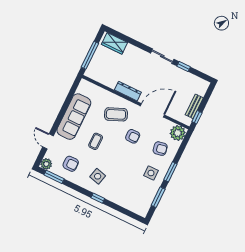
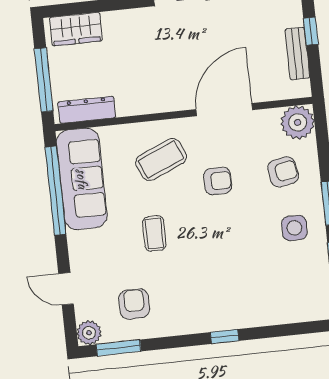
dresser: (128, 91) -> (87, 110), moved
window: (68, 101) -> (56, 191), added
sofa: (74, 117) -> (82, 179), moved
window: (197, 117) -> (311, 31), moved
armchair: (71, 164) -> (134, 304), turned -90
side table: (98, 176) -> (199, 296), removed

